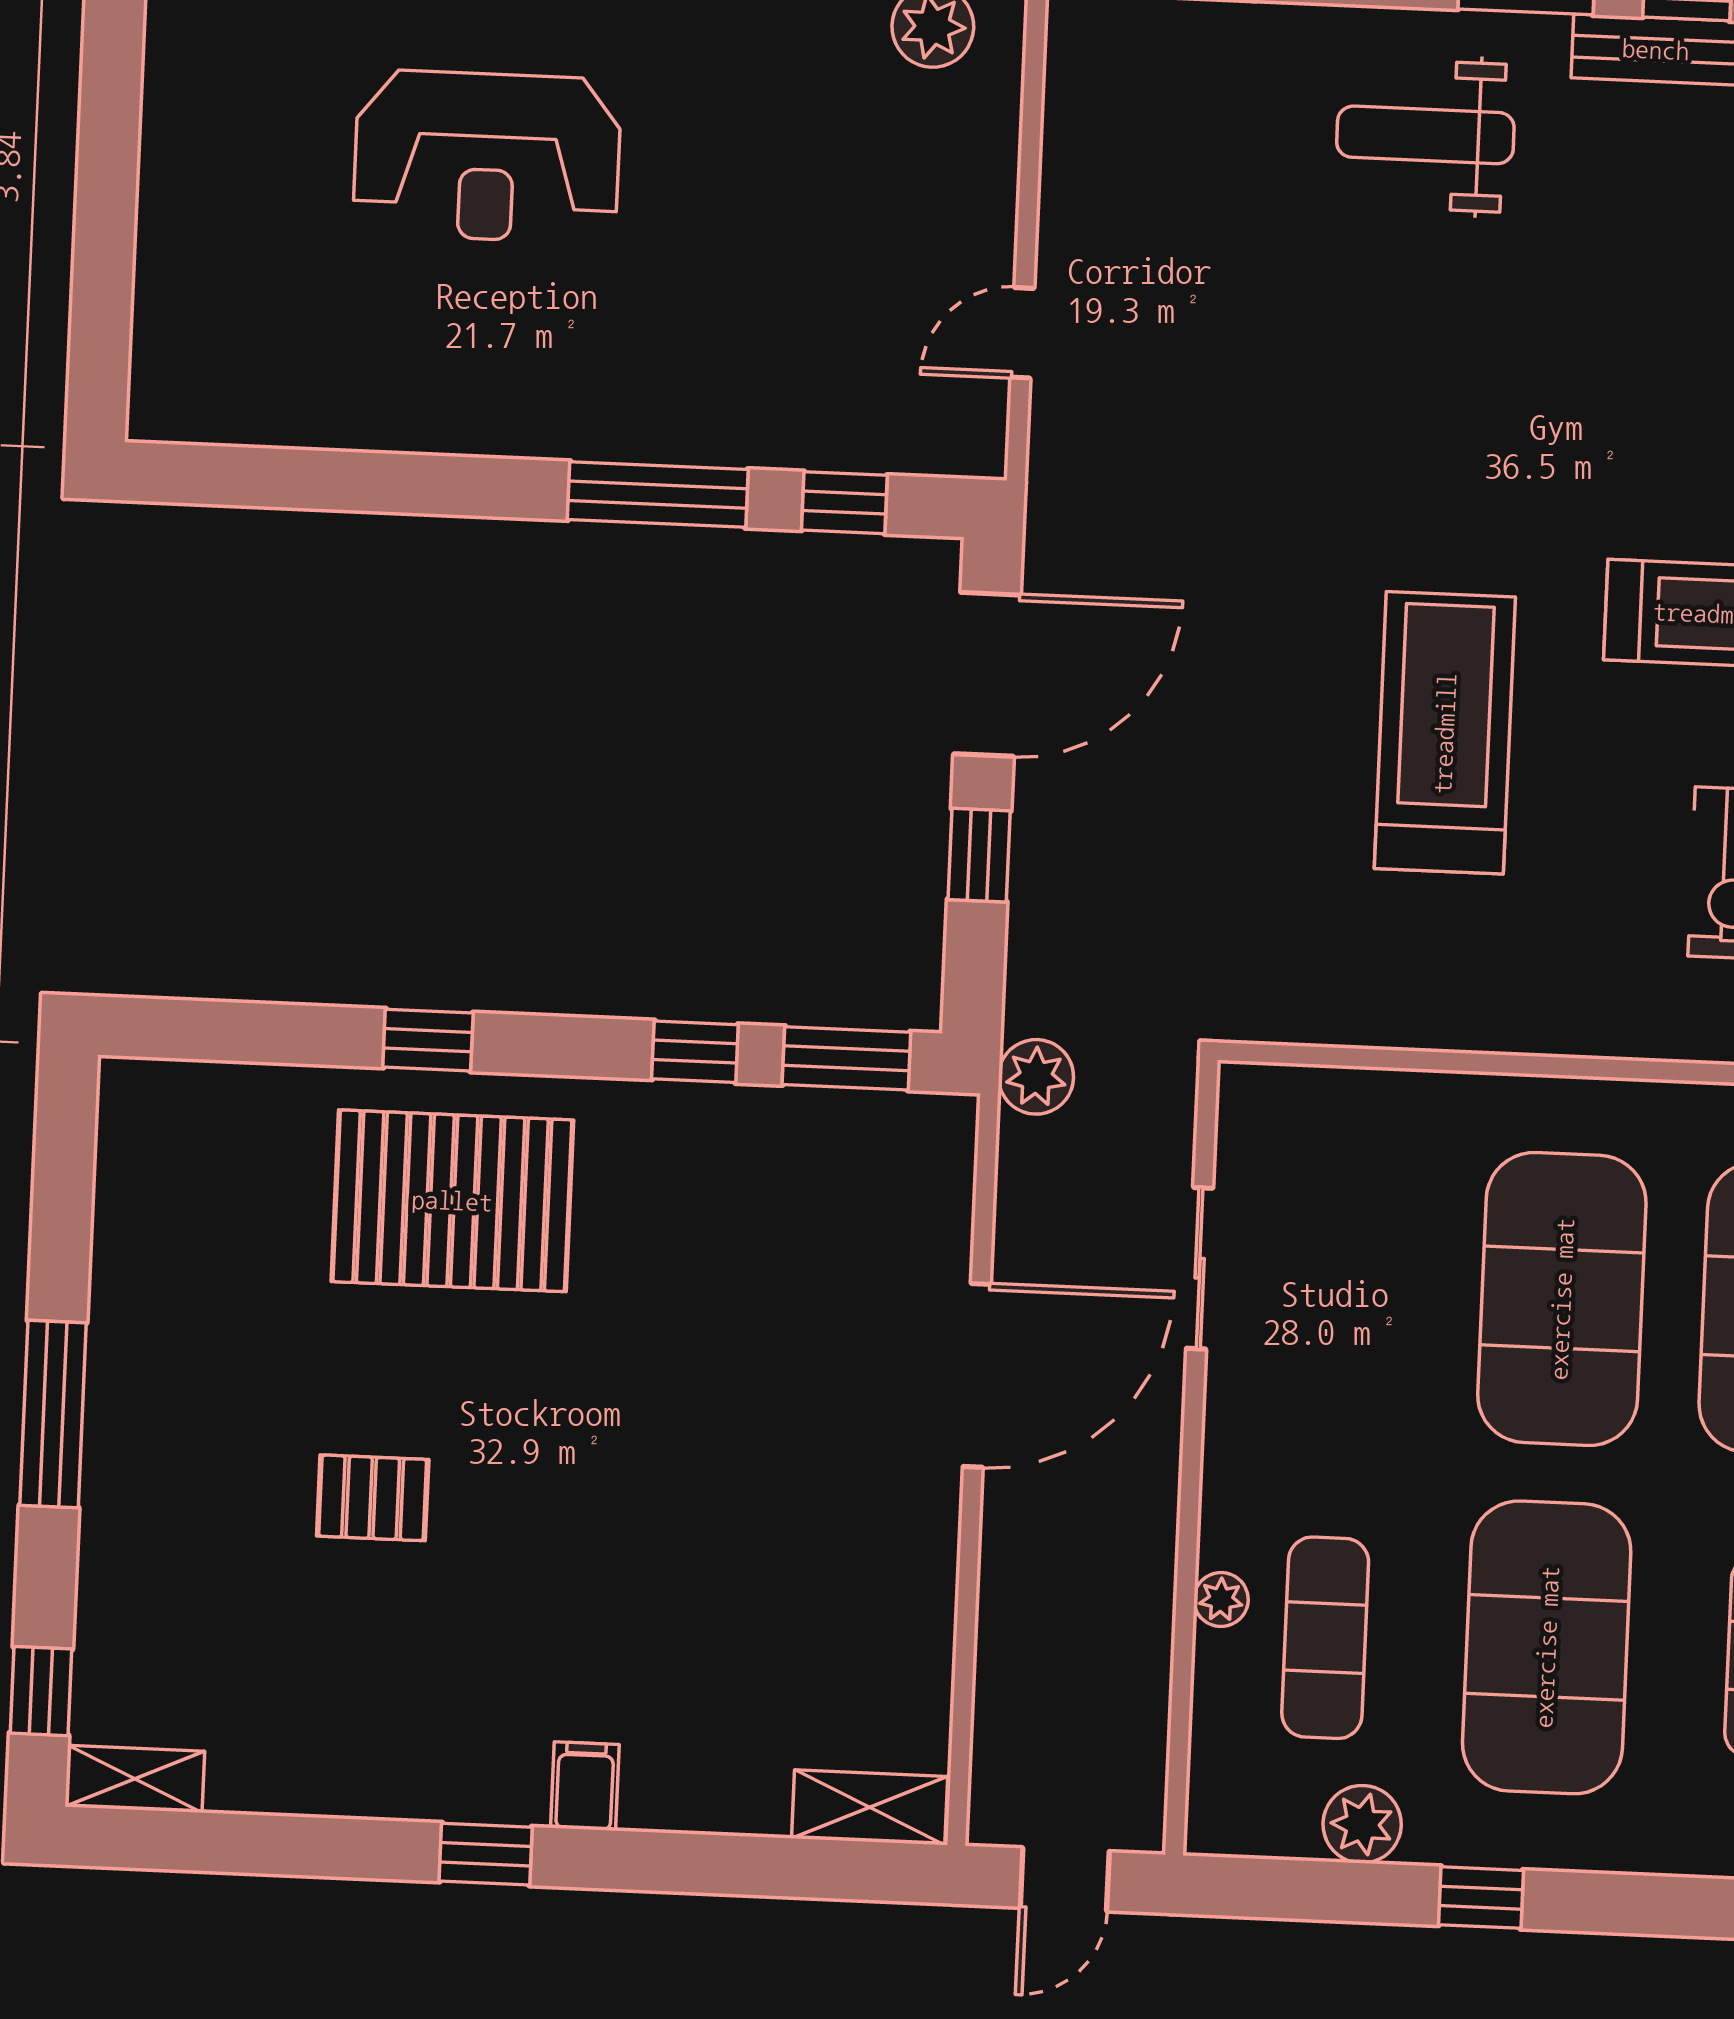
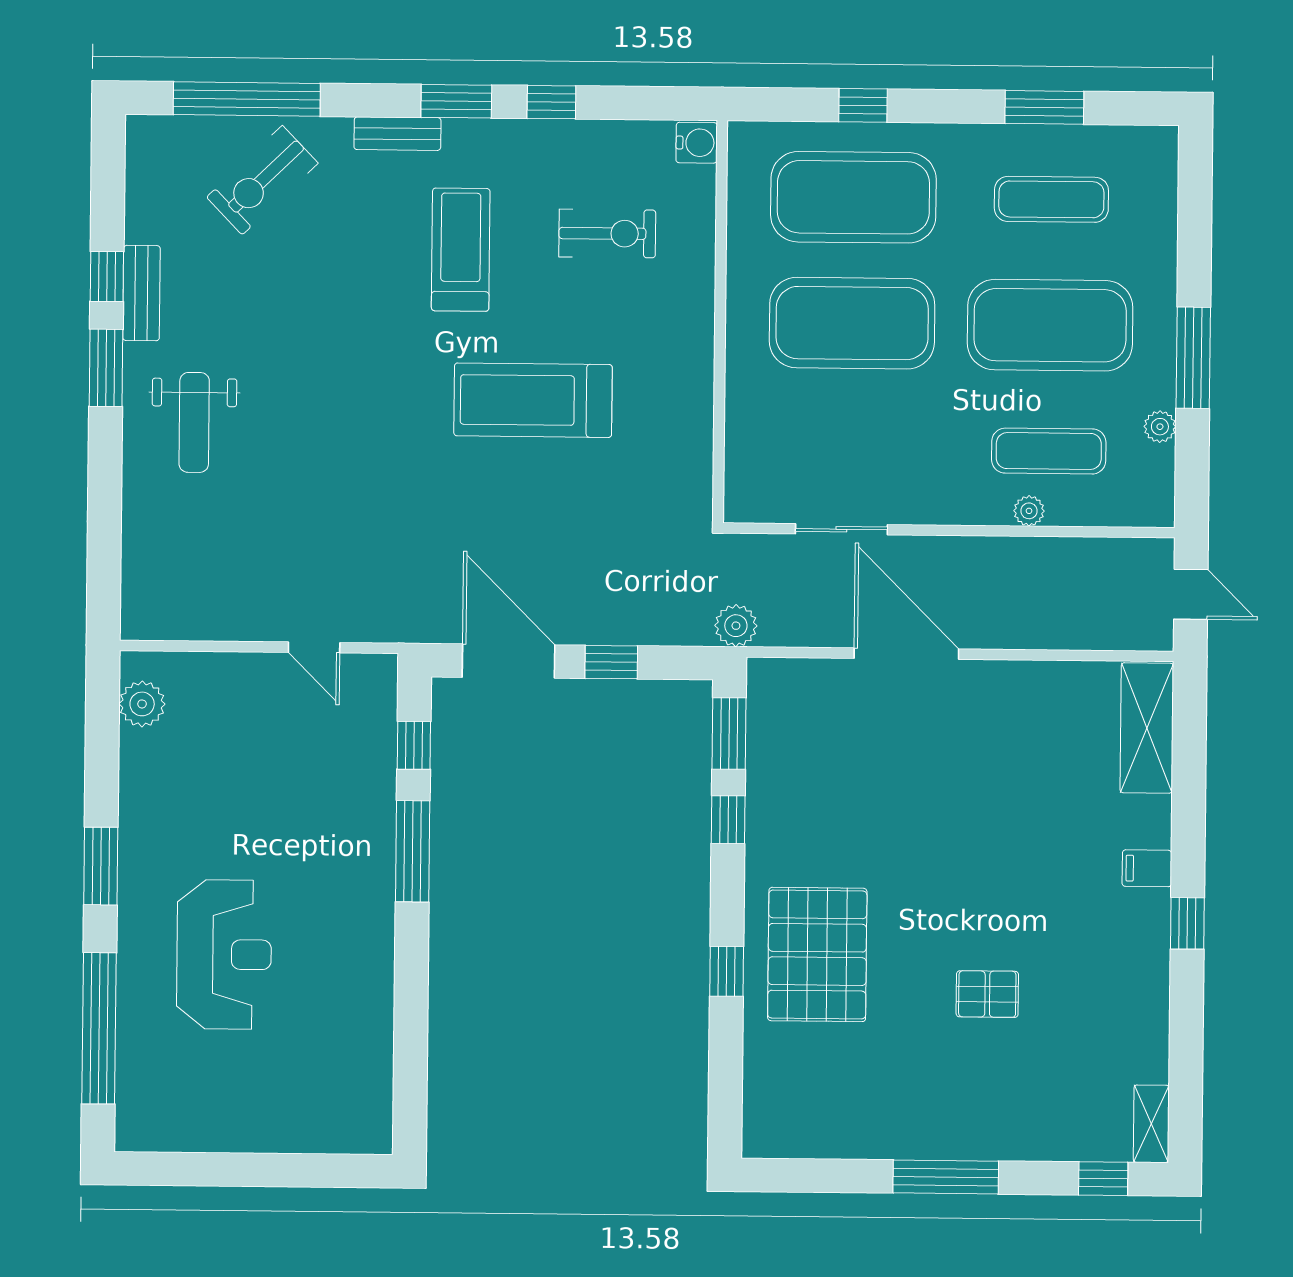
pallet: (373, 1498) -> (987, 994), turned 90
shelving: (870, 1807) -> (1147, 728), width x1.50, depth x1.33
plant: (1362, 1824) -> (1160, 427), width x0.73, depth x0.73
window: (1481, 1898) -> (1193, 358), width x2.17

